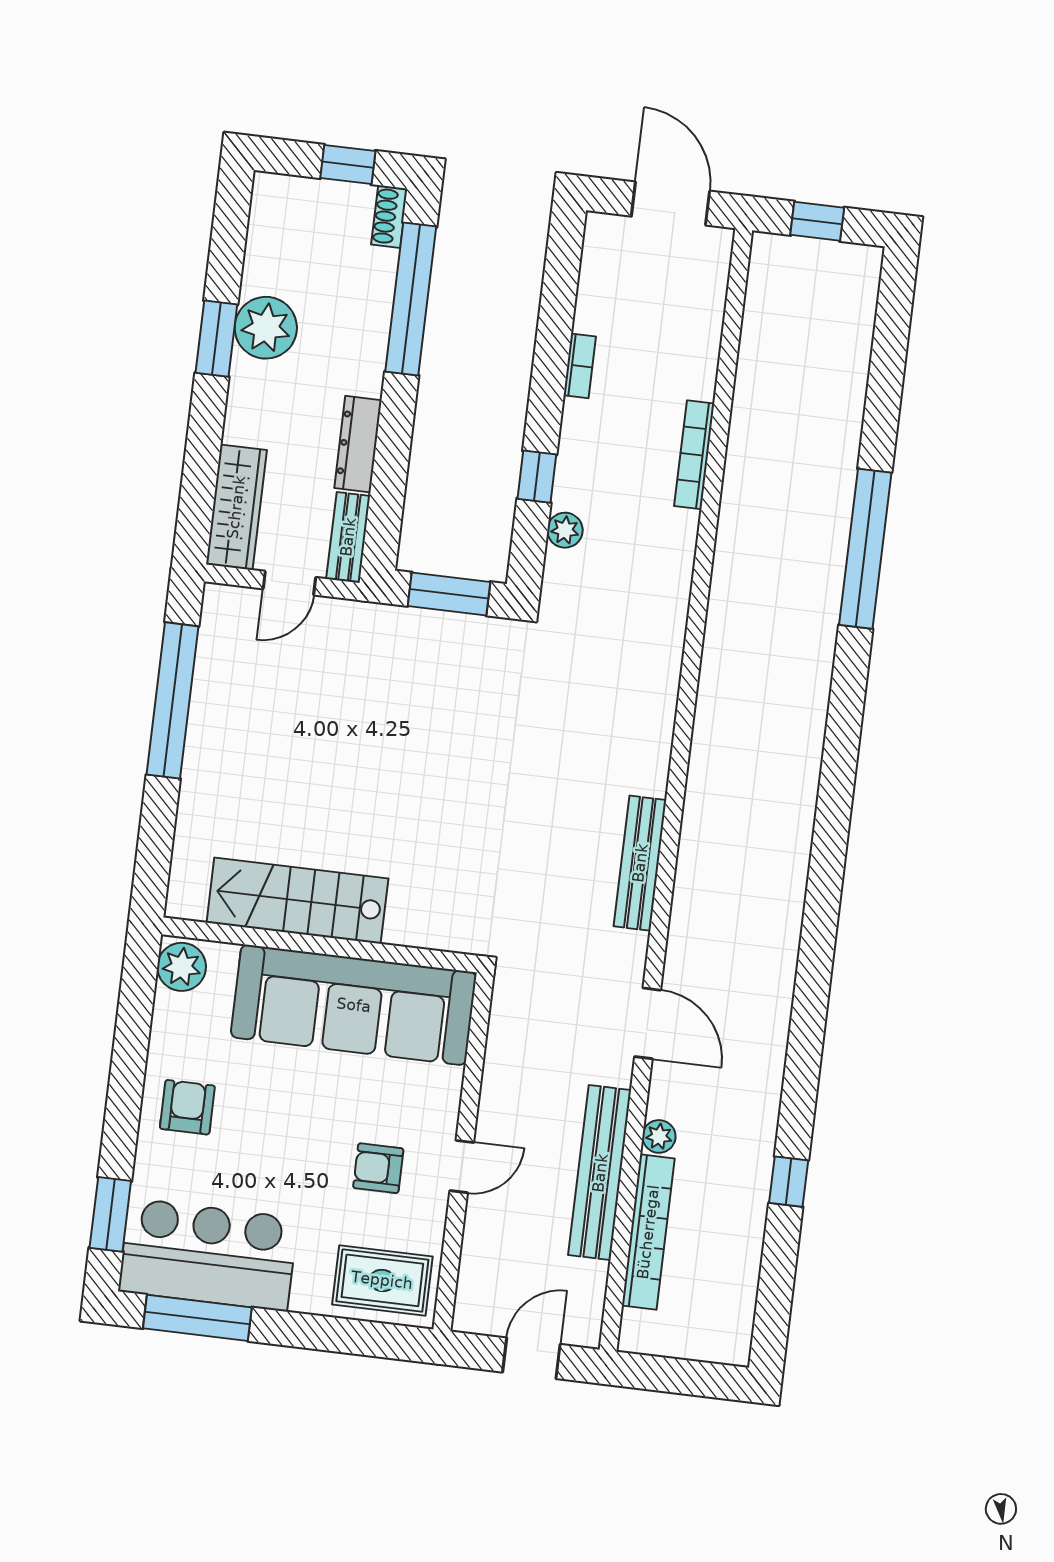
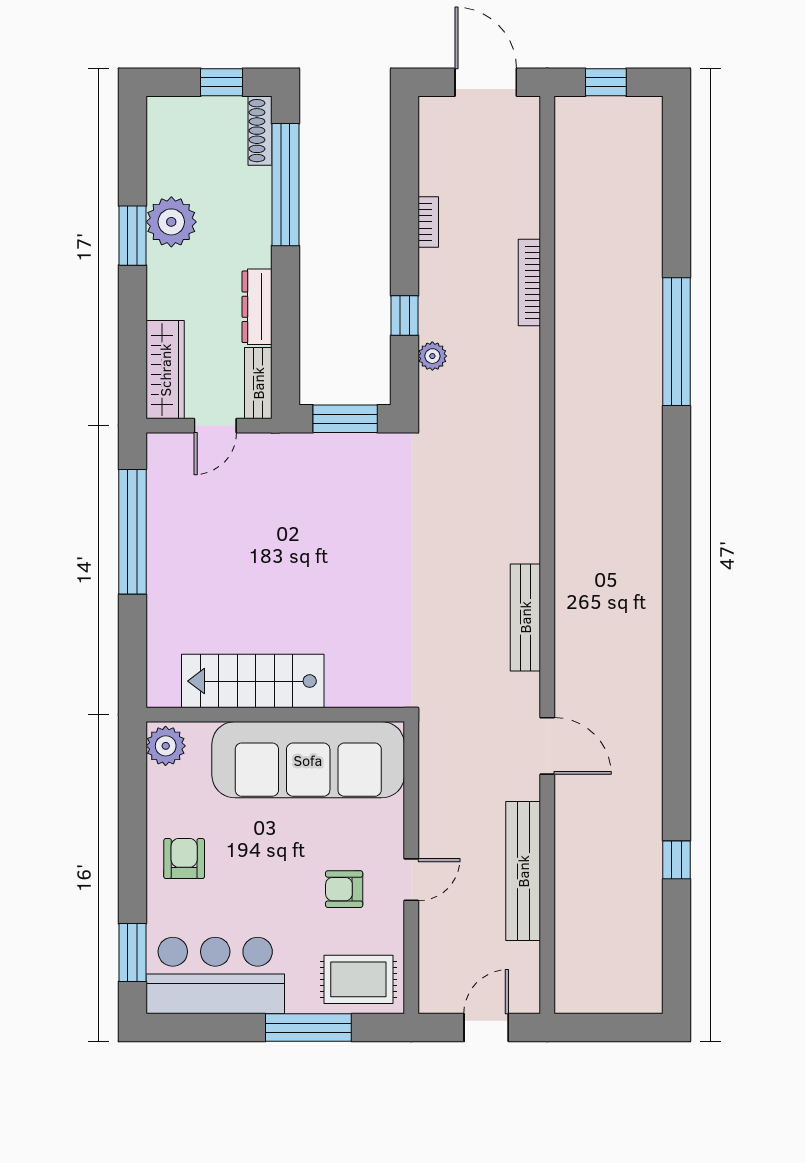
shoe rack: (389, 217) -> (260, 131), width x1.43
plant: (659, 1136) -> (567, 836), removed
bookcase: (648, 1232) -> (568, 914), removed
window: (197, 1318) -> (308, 1028), moved

